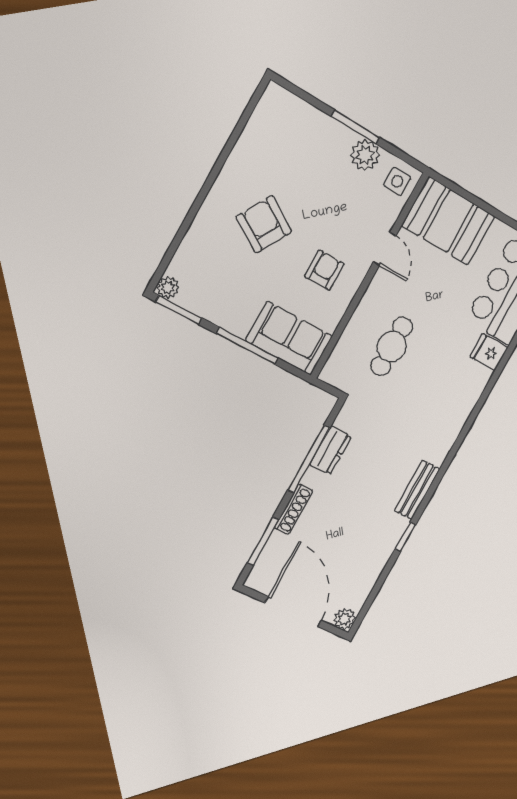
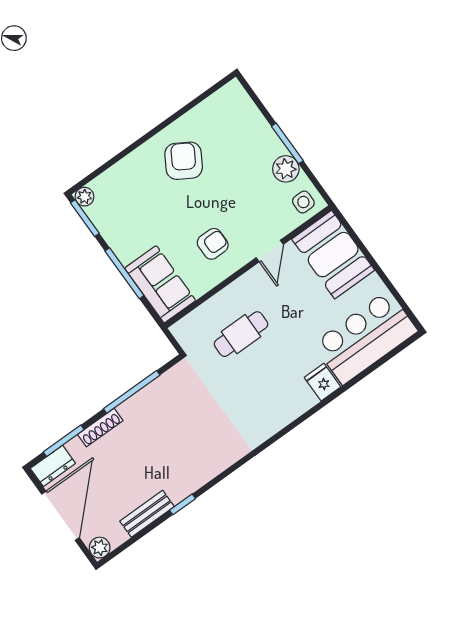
armchair: (264, 224) -> (184, 161), moved
dresser: (330, 450) -> (53, 466), moved
bench: (417, 490) -> (147, 514), moved

